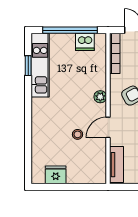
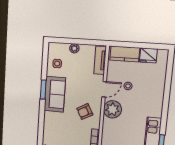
plant: (100, 97) -> (112, 109), width x1.87, depth x1.87
kitchen counter: (85, 175) -> (125, 54), added

